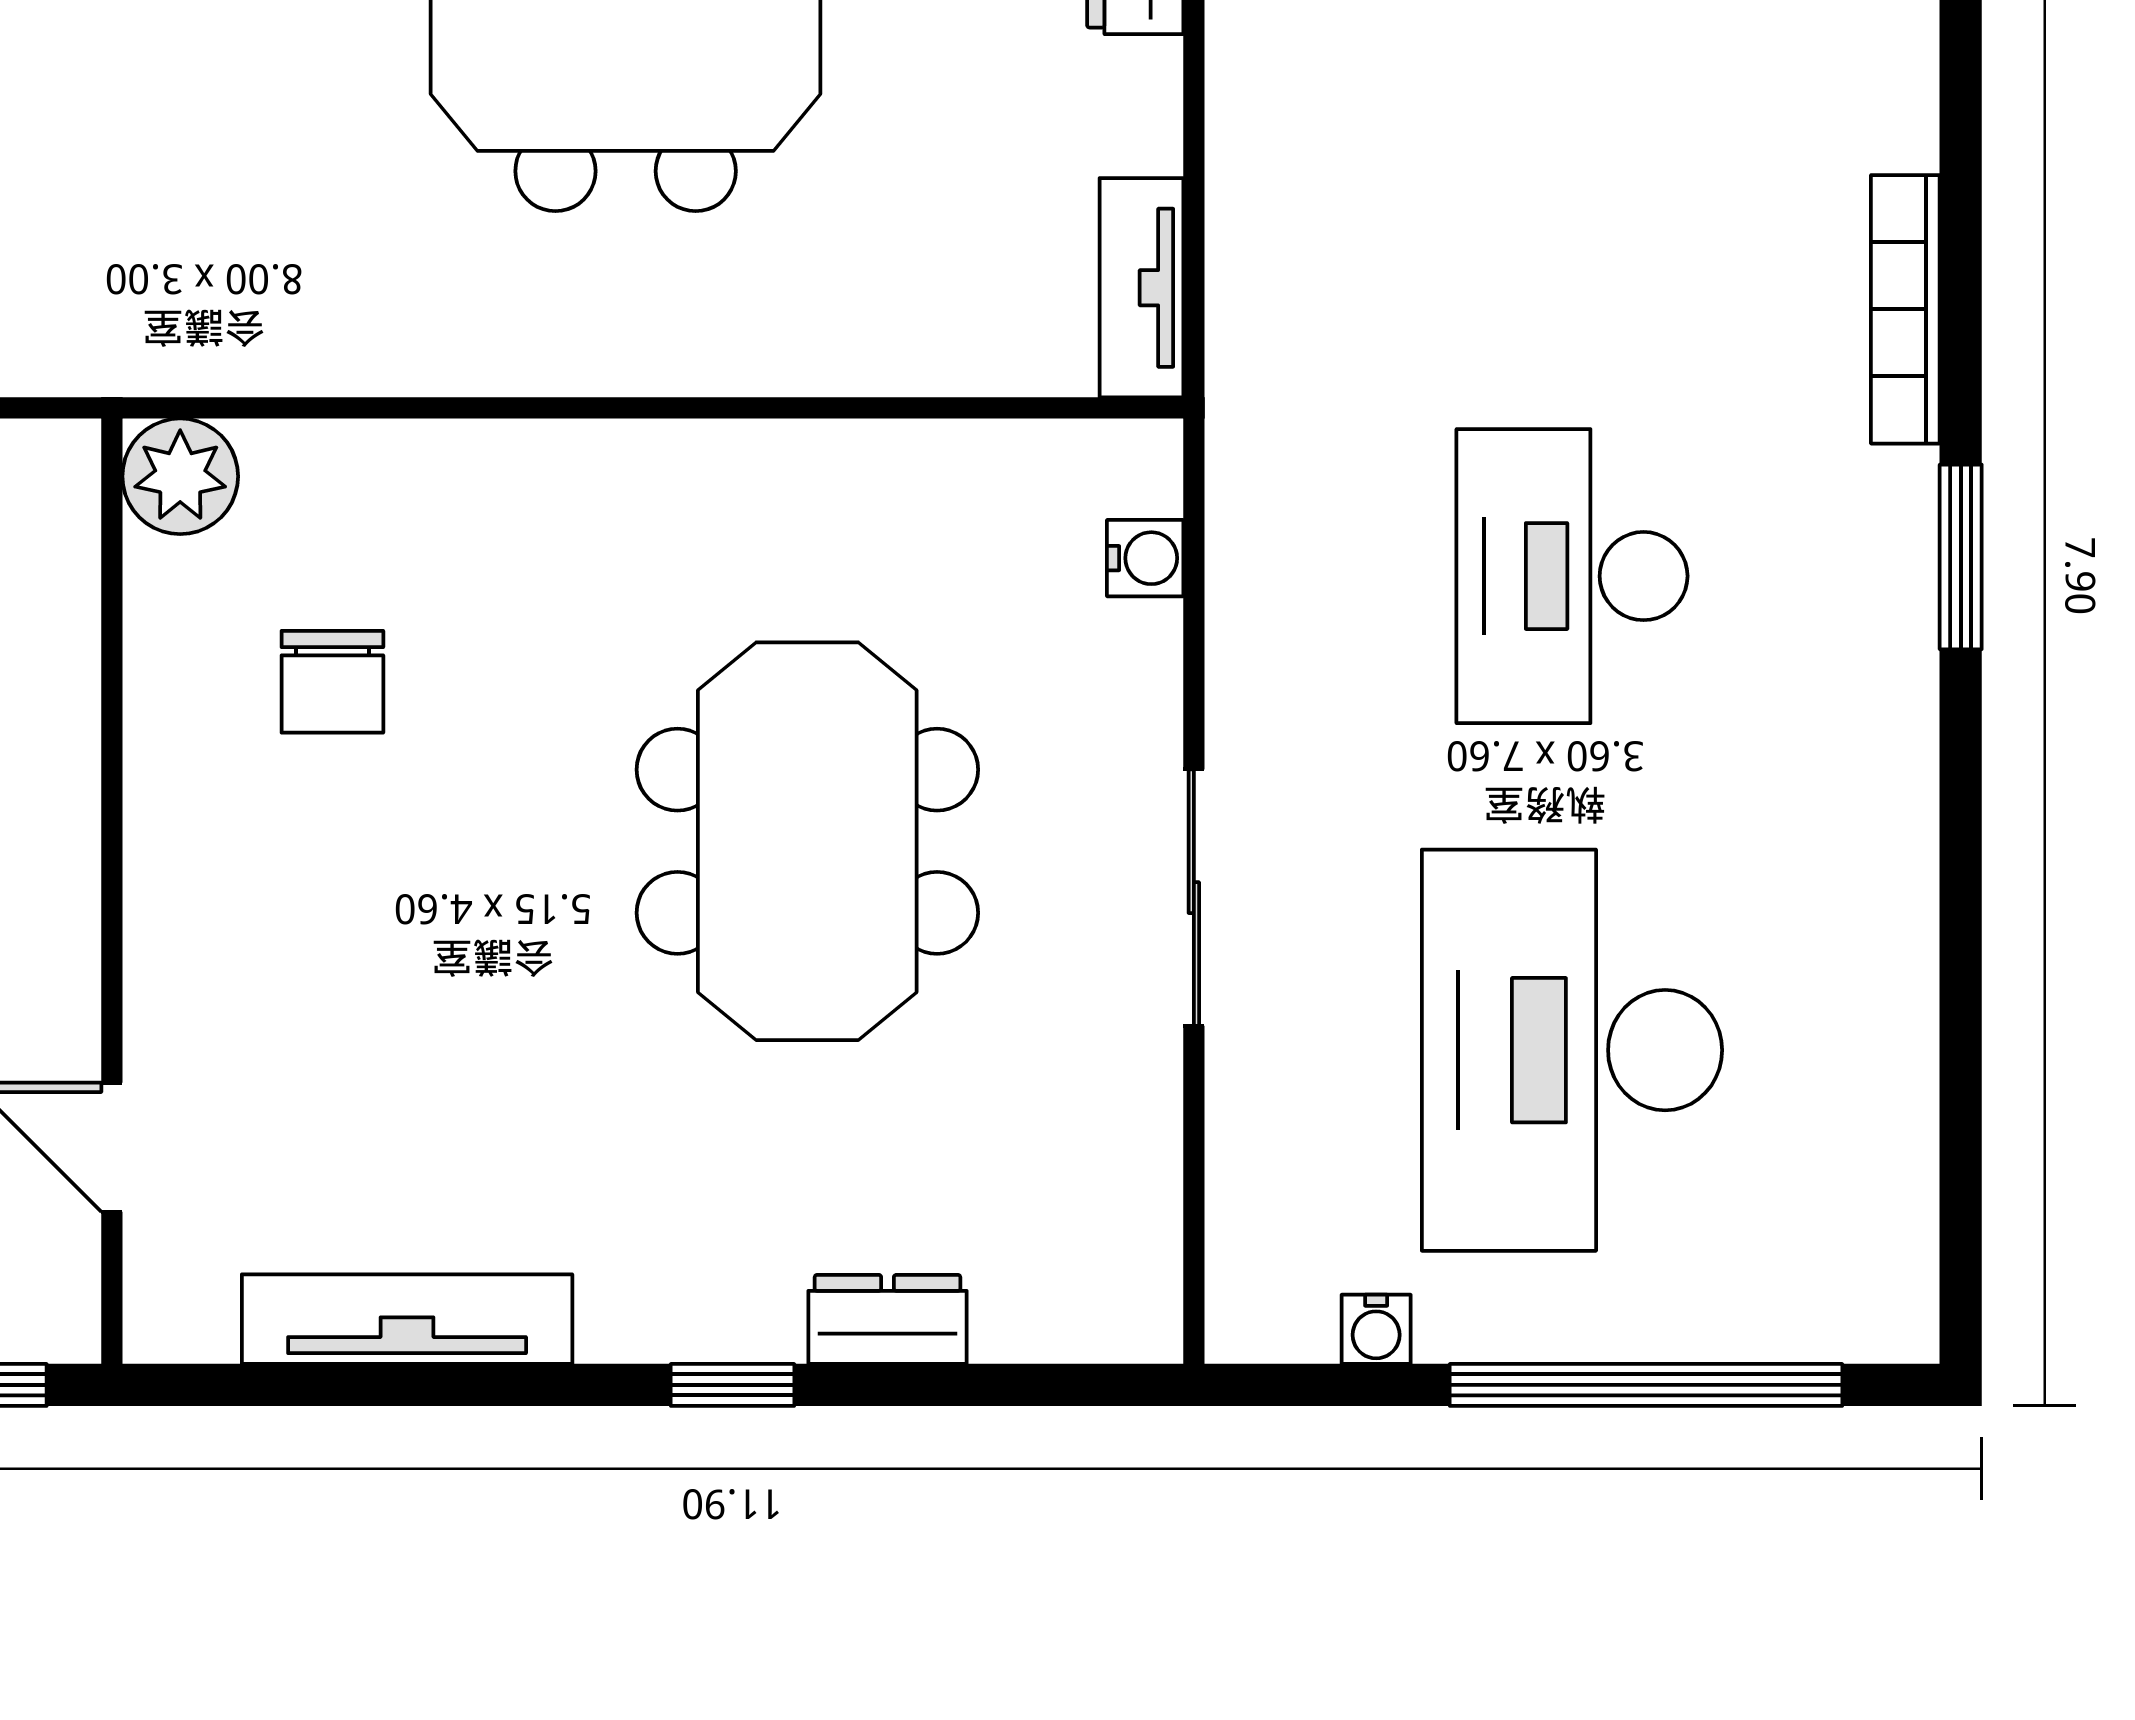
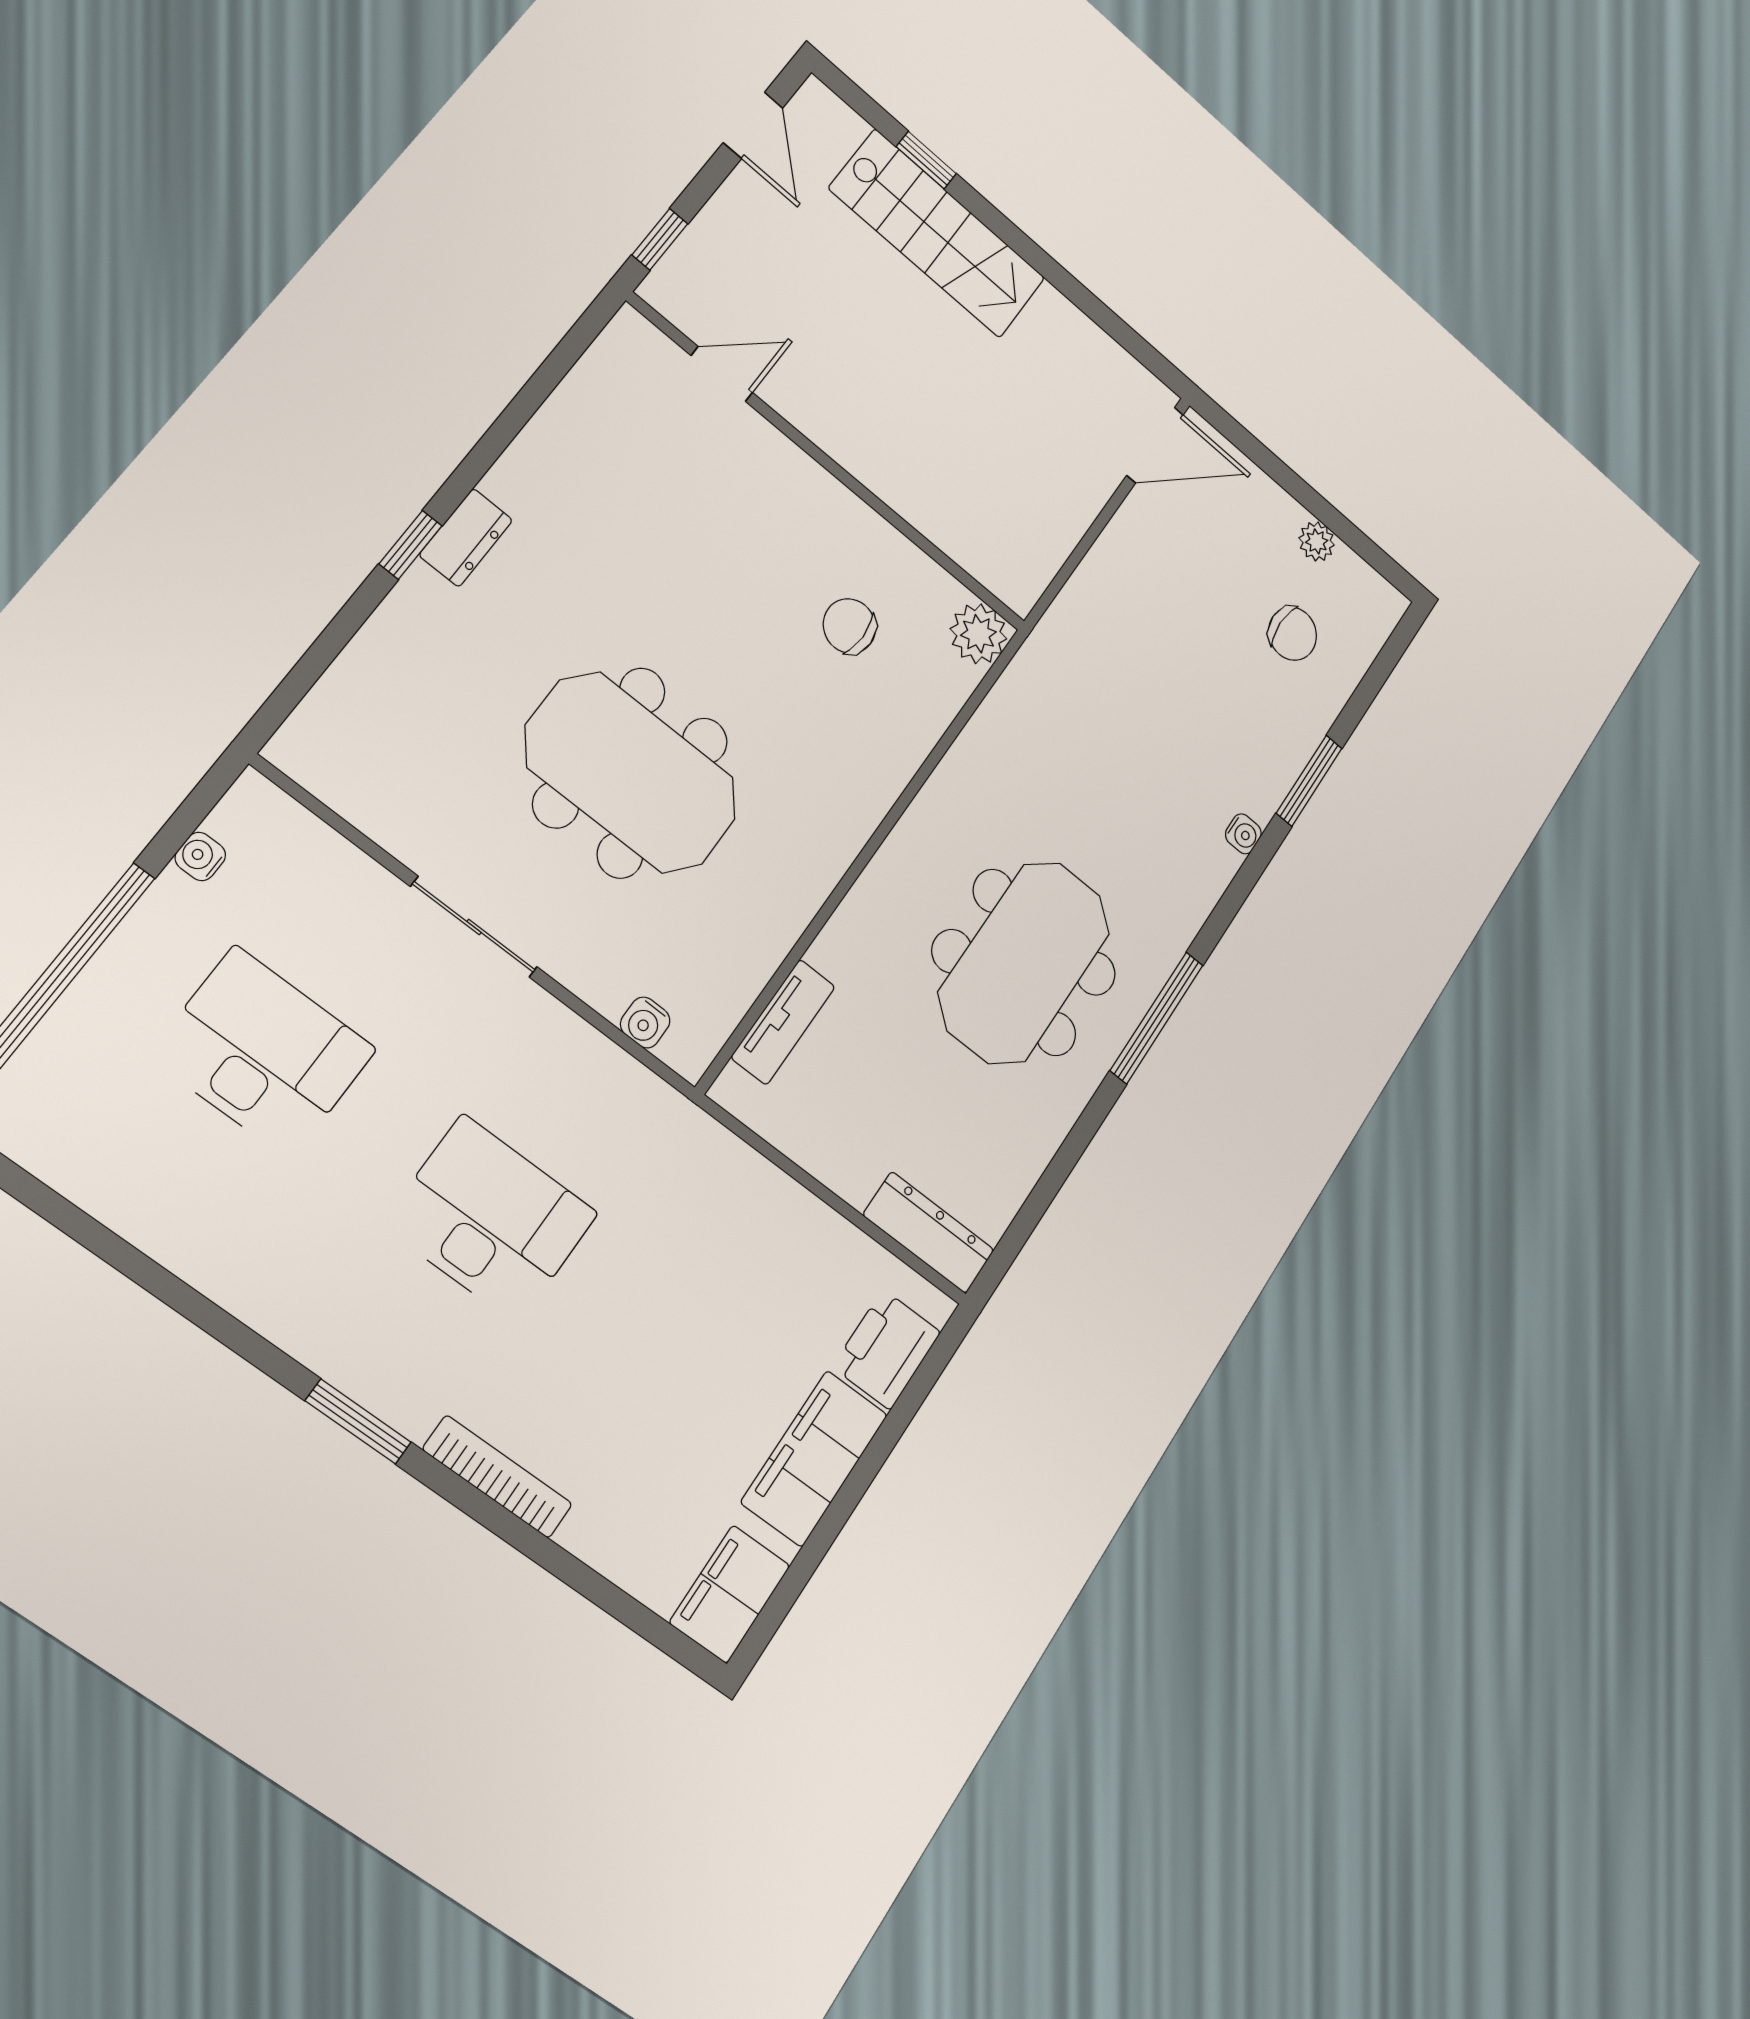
tv unit: (1141, 288) -> (783, 1022), moved, turned 90
desk: (1572, 1050) -> (263, 1053), width x0.73, depth x0.77
tv unit: (407, 1319) -> (552, 432), removed
dresser: (888, 1319) -> (466, 538), moved

